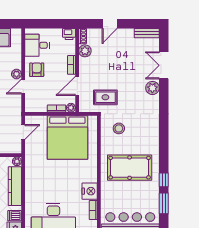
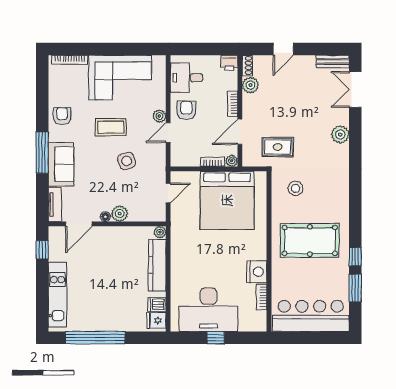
double door: (164, 65) -> (355, 89), moved

